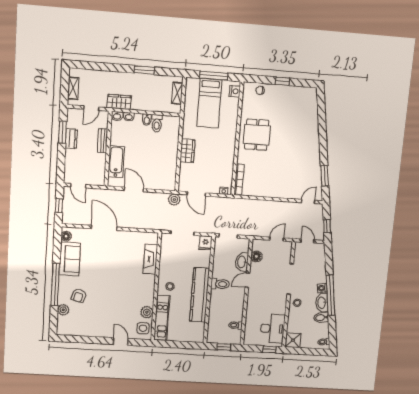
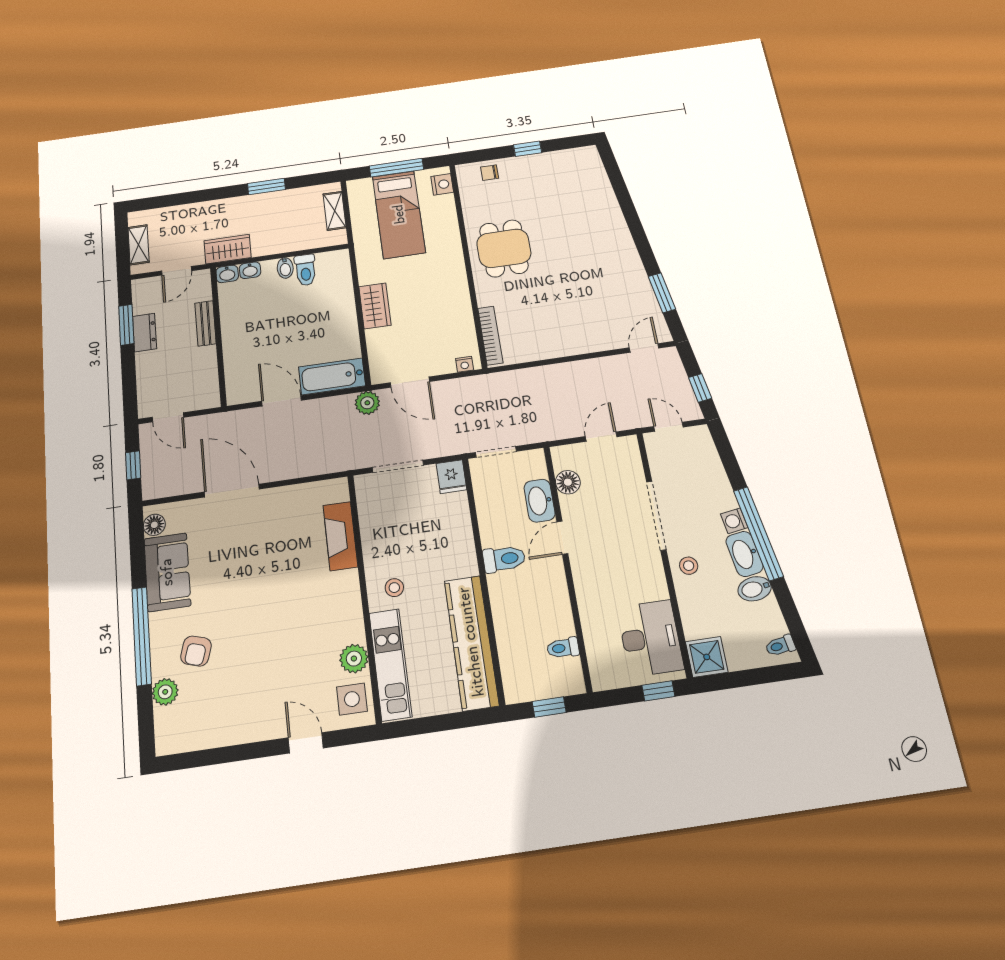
bathtub: (116, 162) -> (332, 376), moved, turned -90
kitchen counter: (200, 295) -> (471, 642), moved

